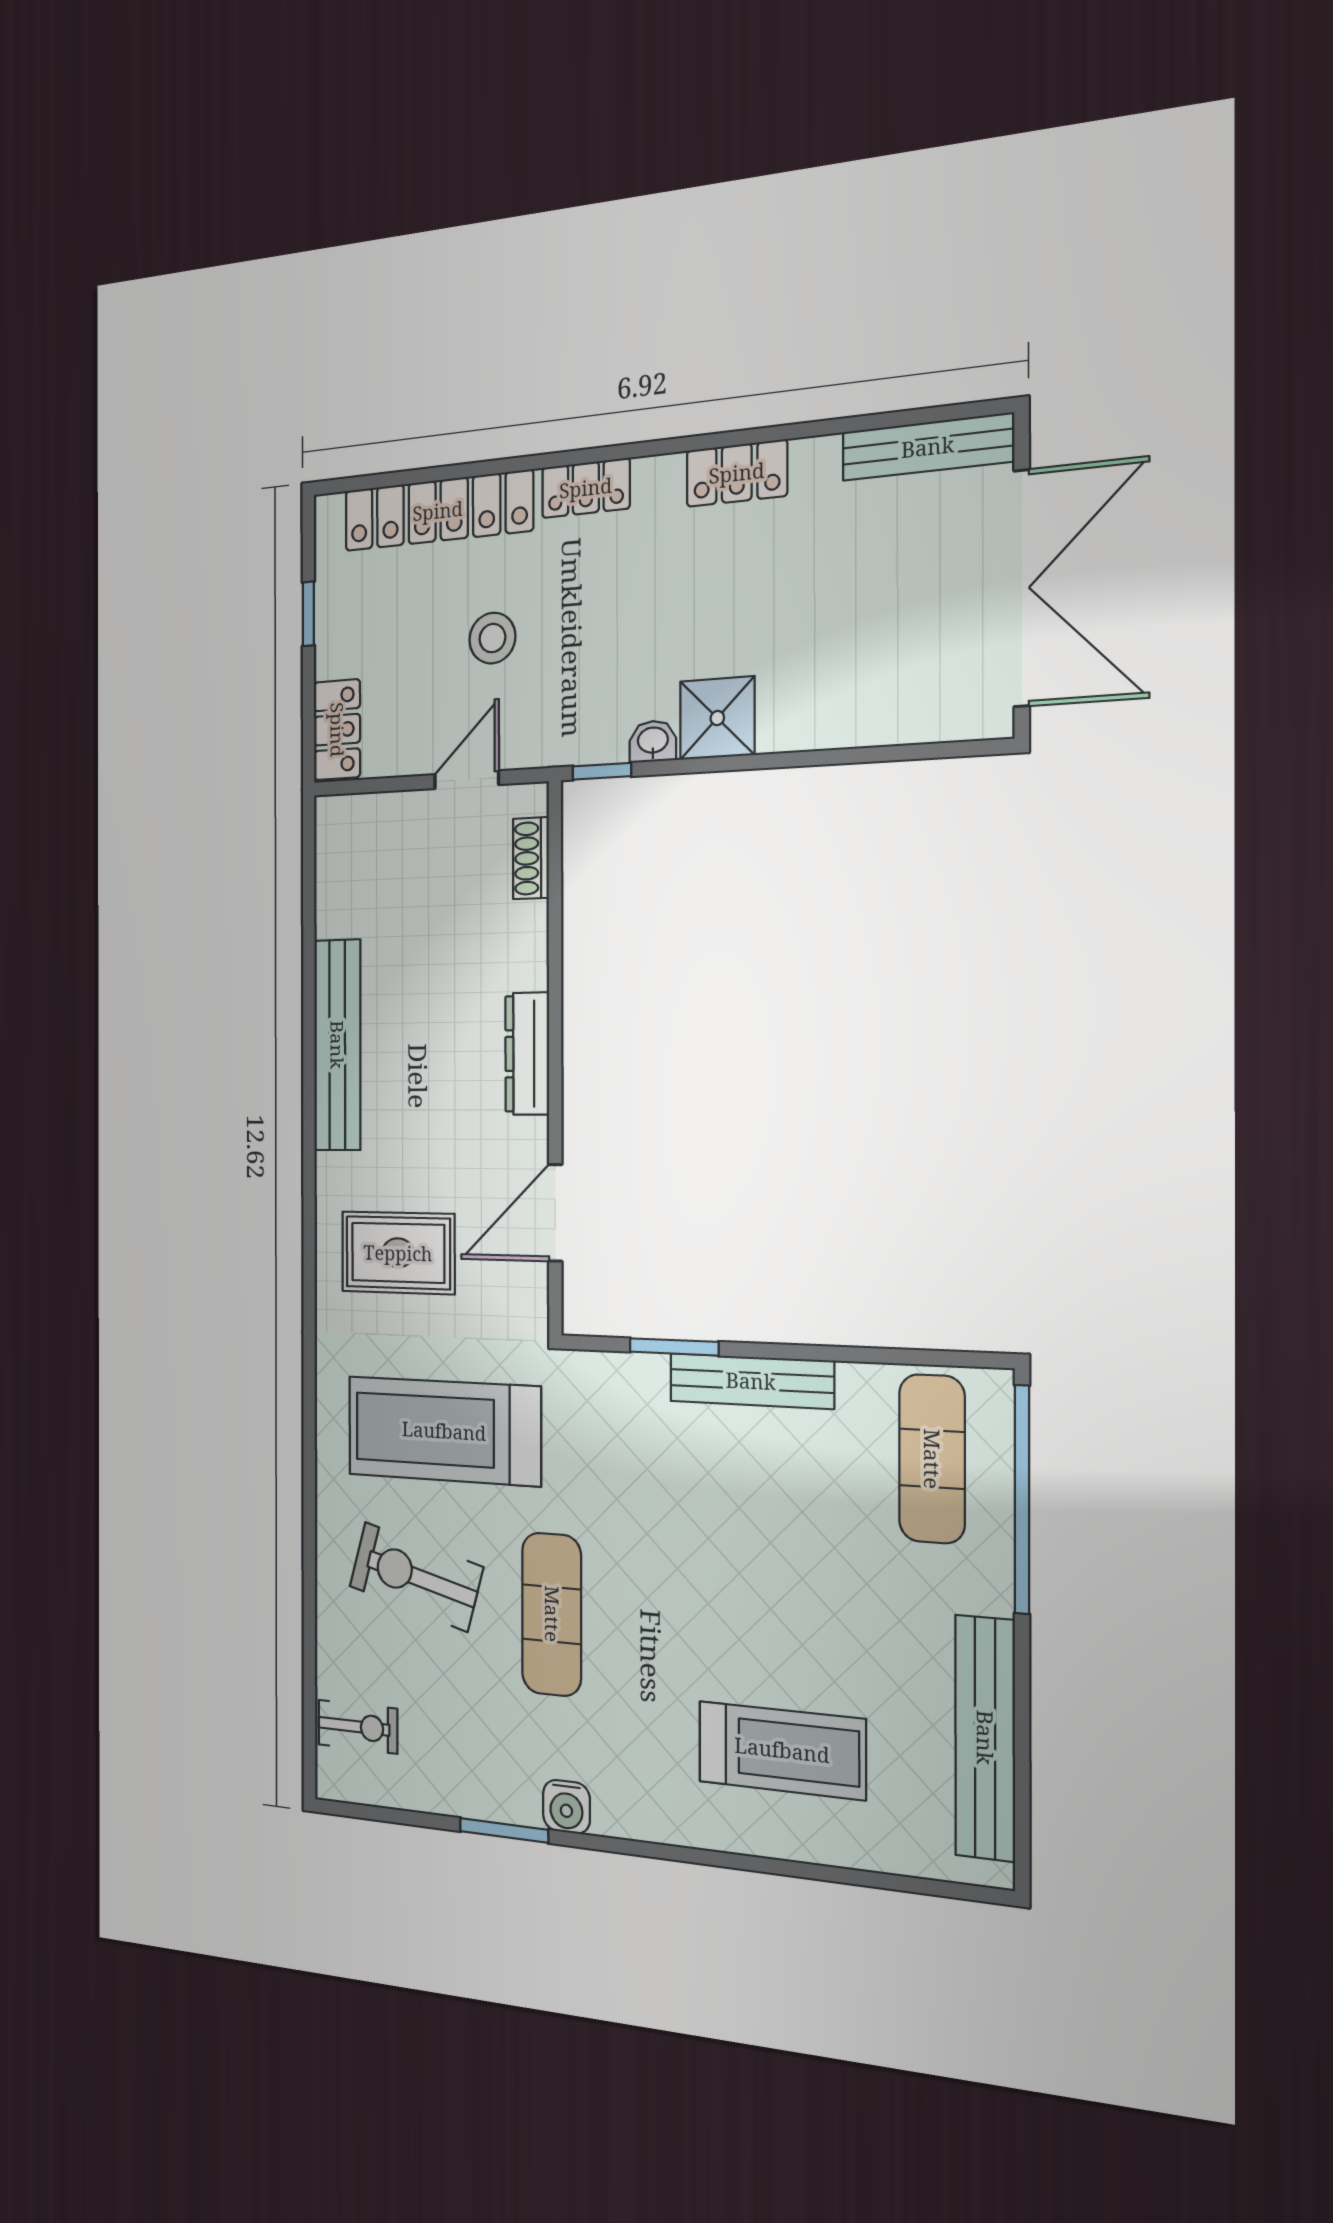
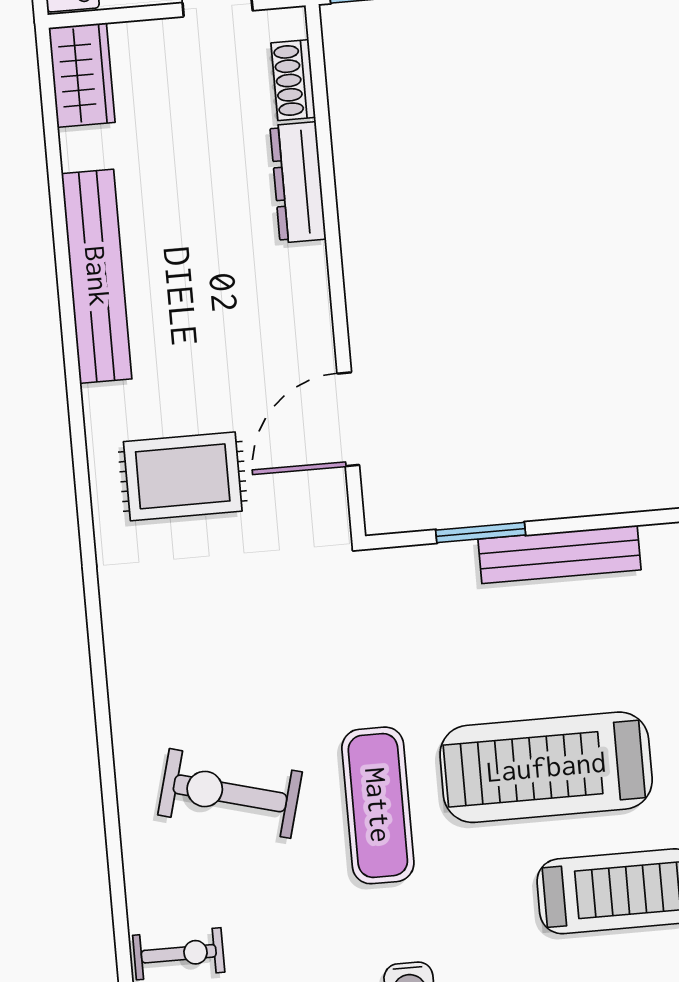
wardrobe: (339, 844) -> (82, 75), added
dresser: (527, 1054) -> (298, 182), moved
treadmill: (444, 1431) -> (546, 767), moved

